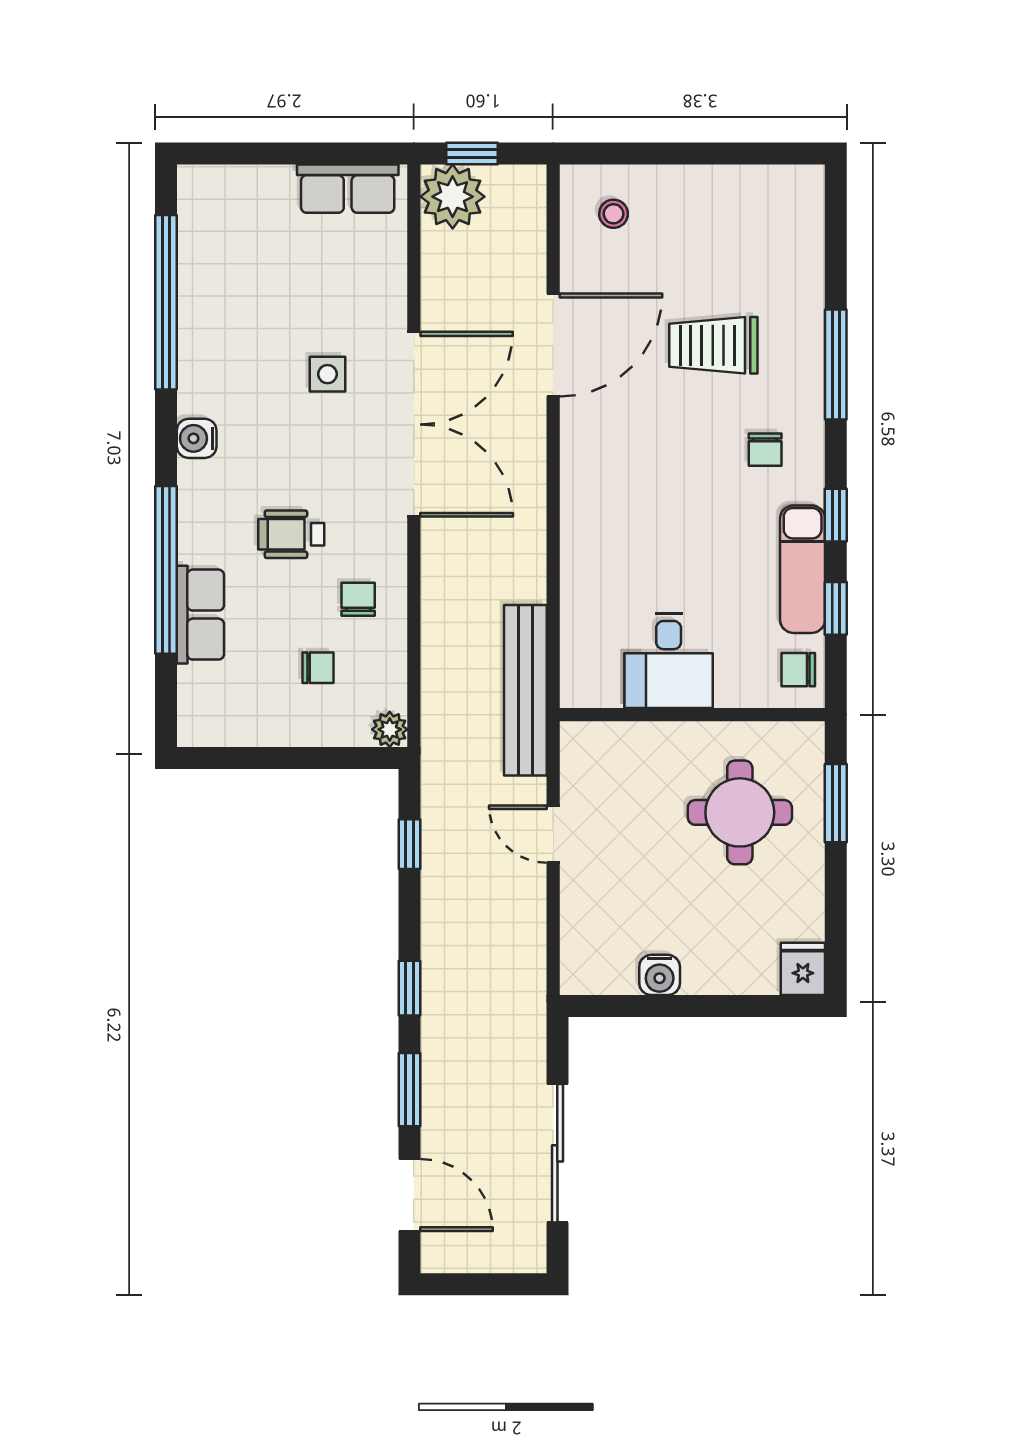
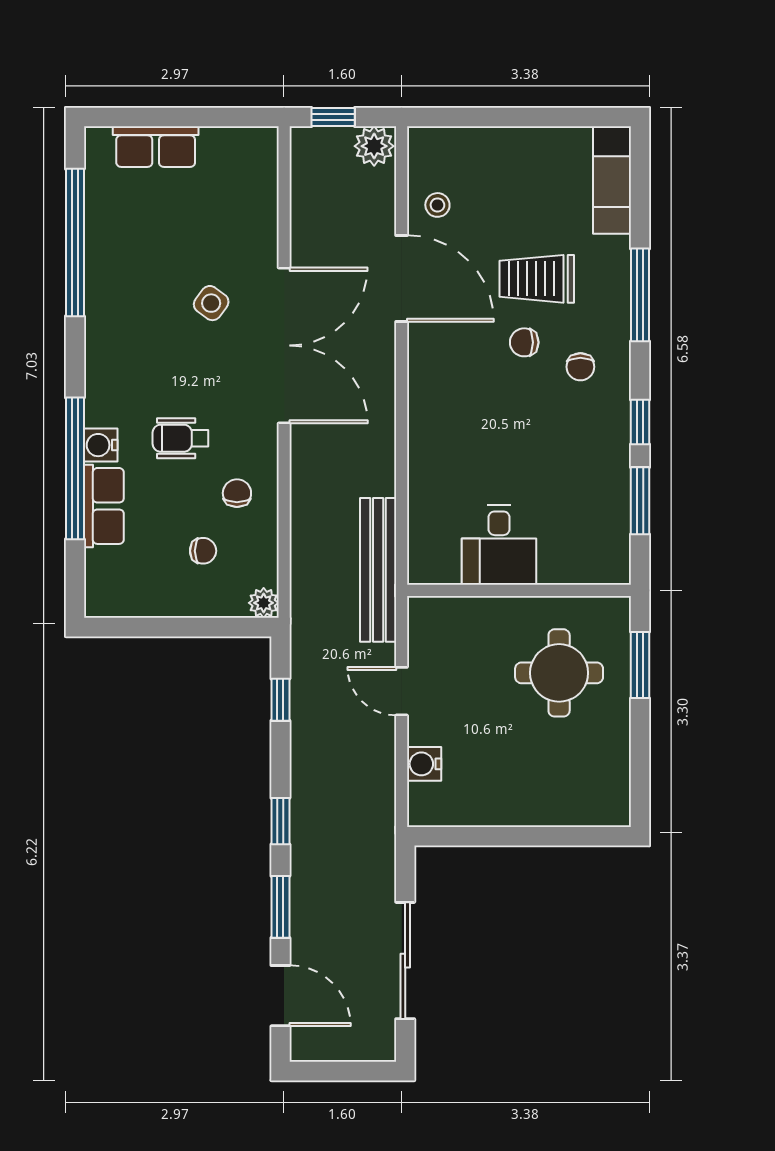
row of seats: (348, 189) -> (156, 147), moved
plant: (453, 197) -> (374, 146), moved, width x0.73, depth x0.73
stool: (614, 214) -> (437, 205), moved
door: (553, 345) -> (402, 278), hinge flipped
side table: (328, 374) -> (211, 303), turned 36
water cooler: (197, 438) -> (101, 445), moved
exam couch: (803, 569) -> (612, 180), moved
window: (836, 608) -> (640, 501), width x1.50
chair: (798, 670) -> (524, 342), moved
fridge: (803, 969) -> (612, 805), removed
water cooler: (660, 975) -> (424, 764), moved, turned 90

